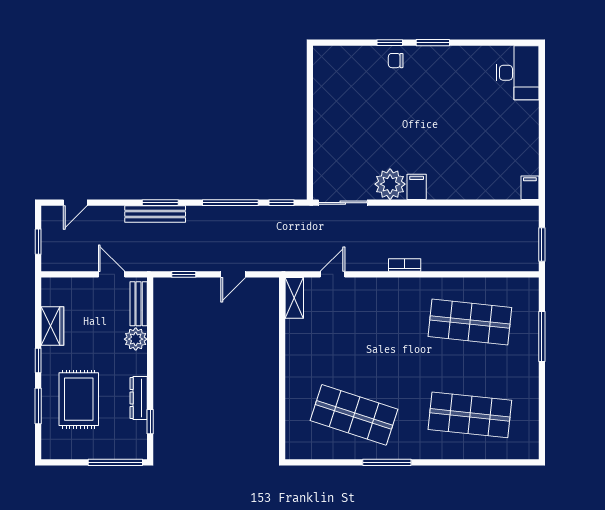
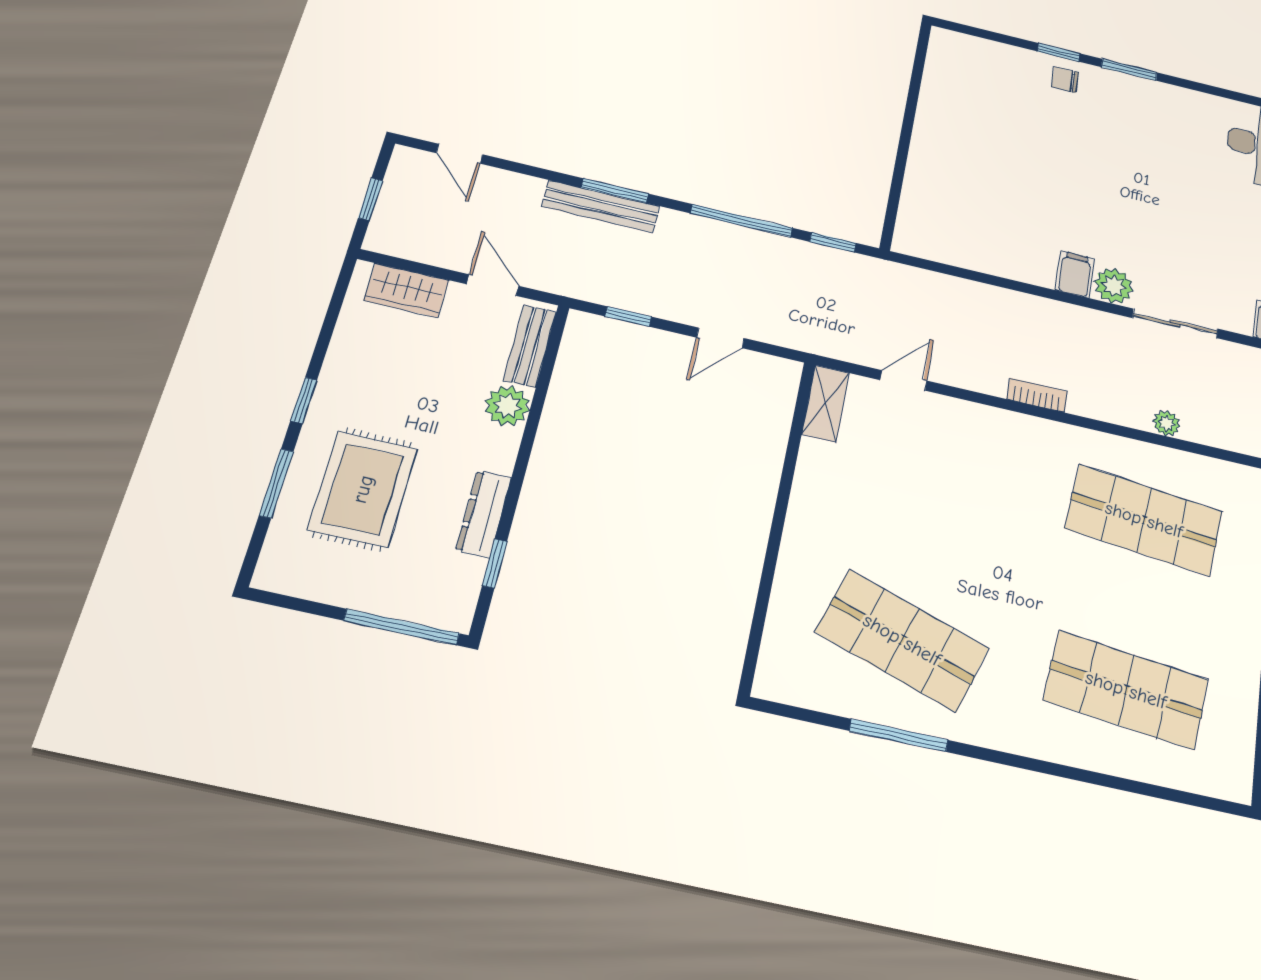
plant: (390, 184) -> (1114, 286), moved, width x0.73, depth x0.73
door: (75, 203) -> (459, 154), hinge flipped
sliding door: (343, 203) -> (1175, 323), moved
plant: (477, 264) -> (1167, 423), added
wardrobe: (52, 326) -> (406, 290), moved, turned 90
window: (387, 462) -> (899, 735), moved

